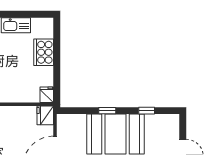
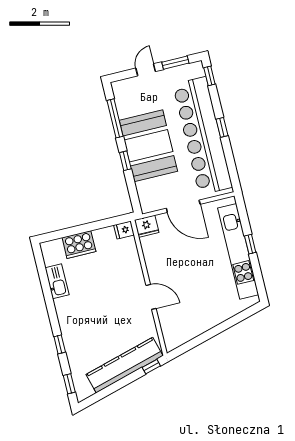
window: (147, 111) -> (115, 118), width x2.17

